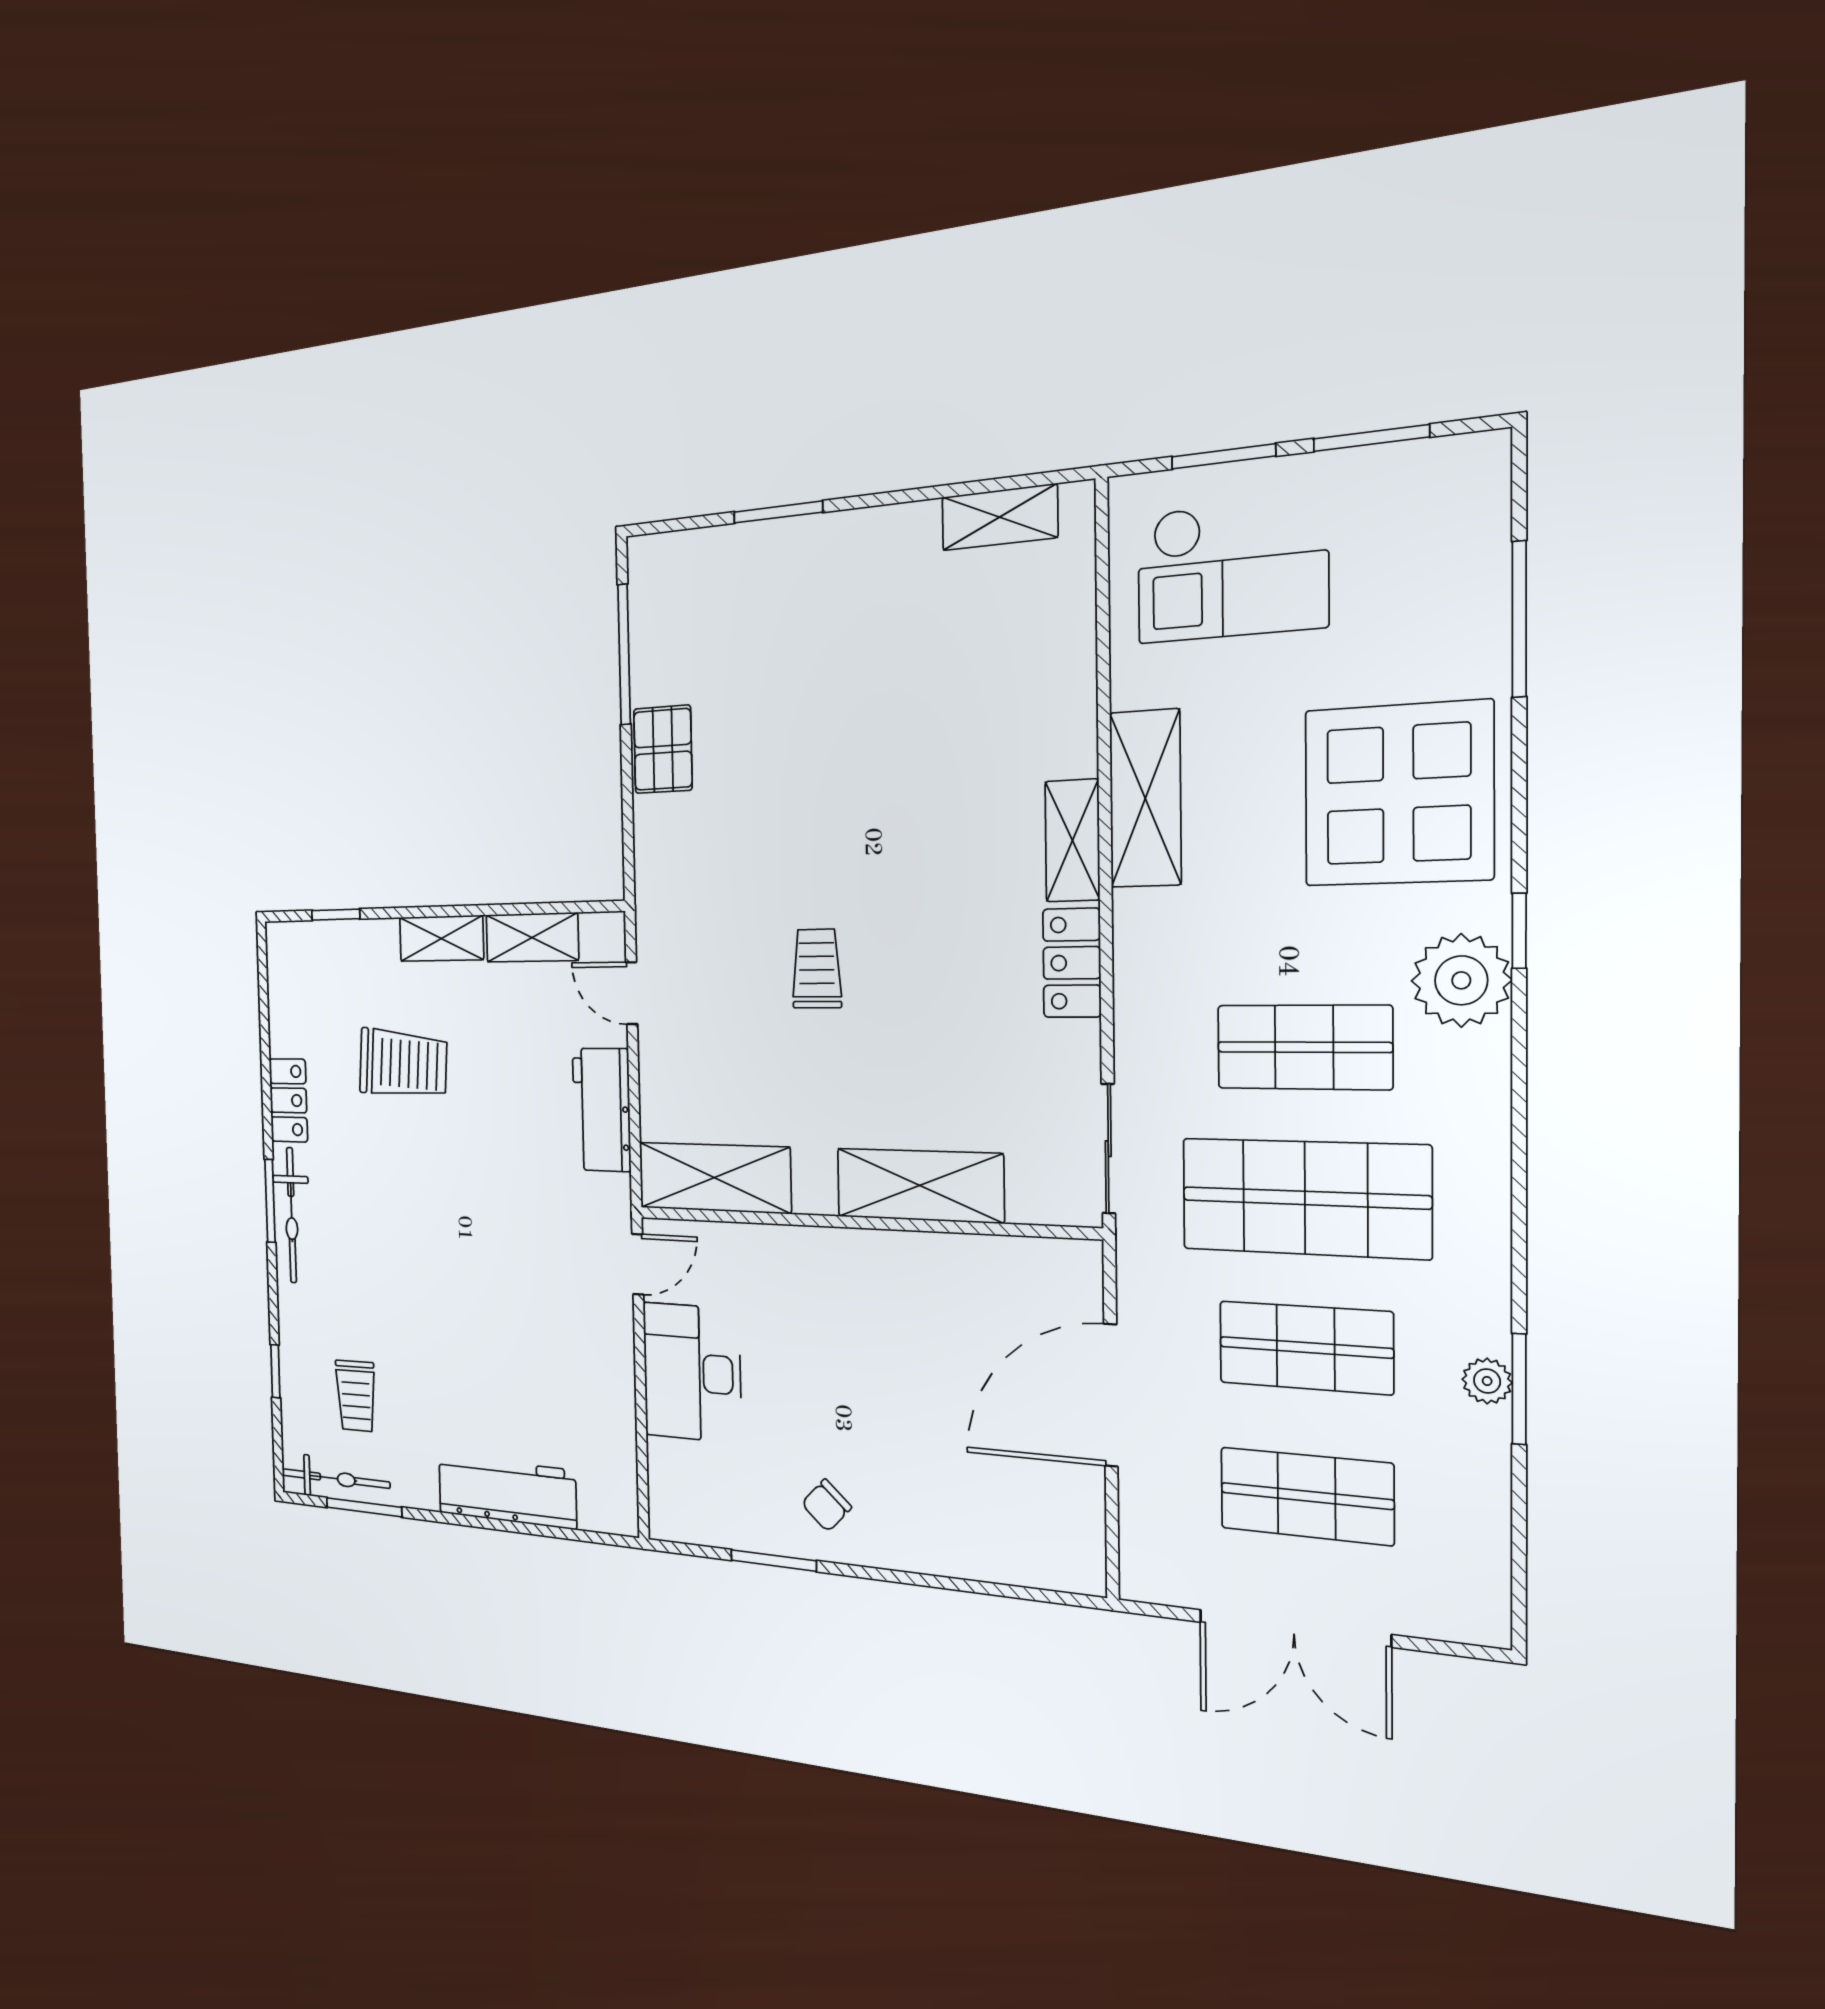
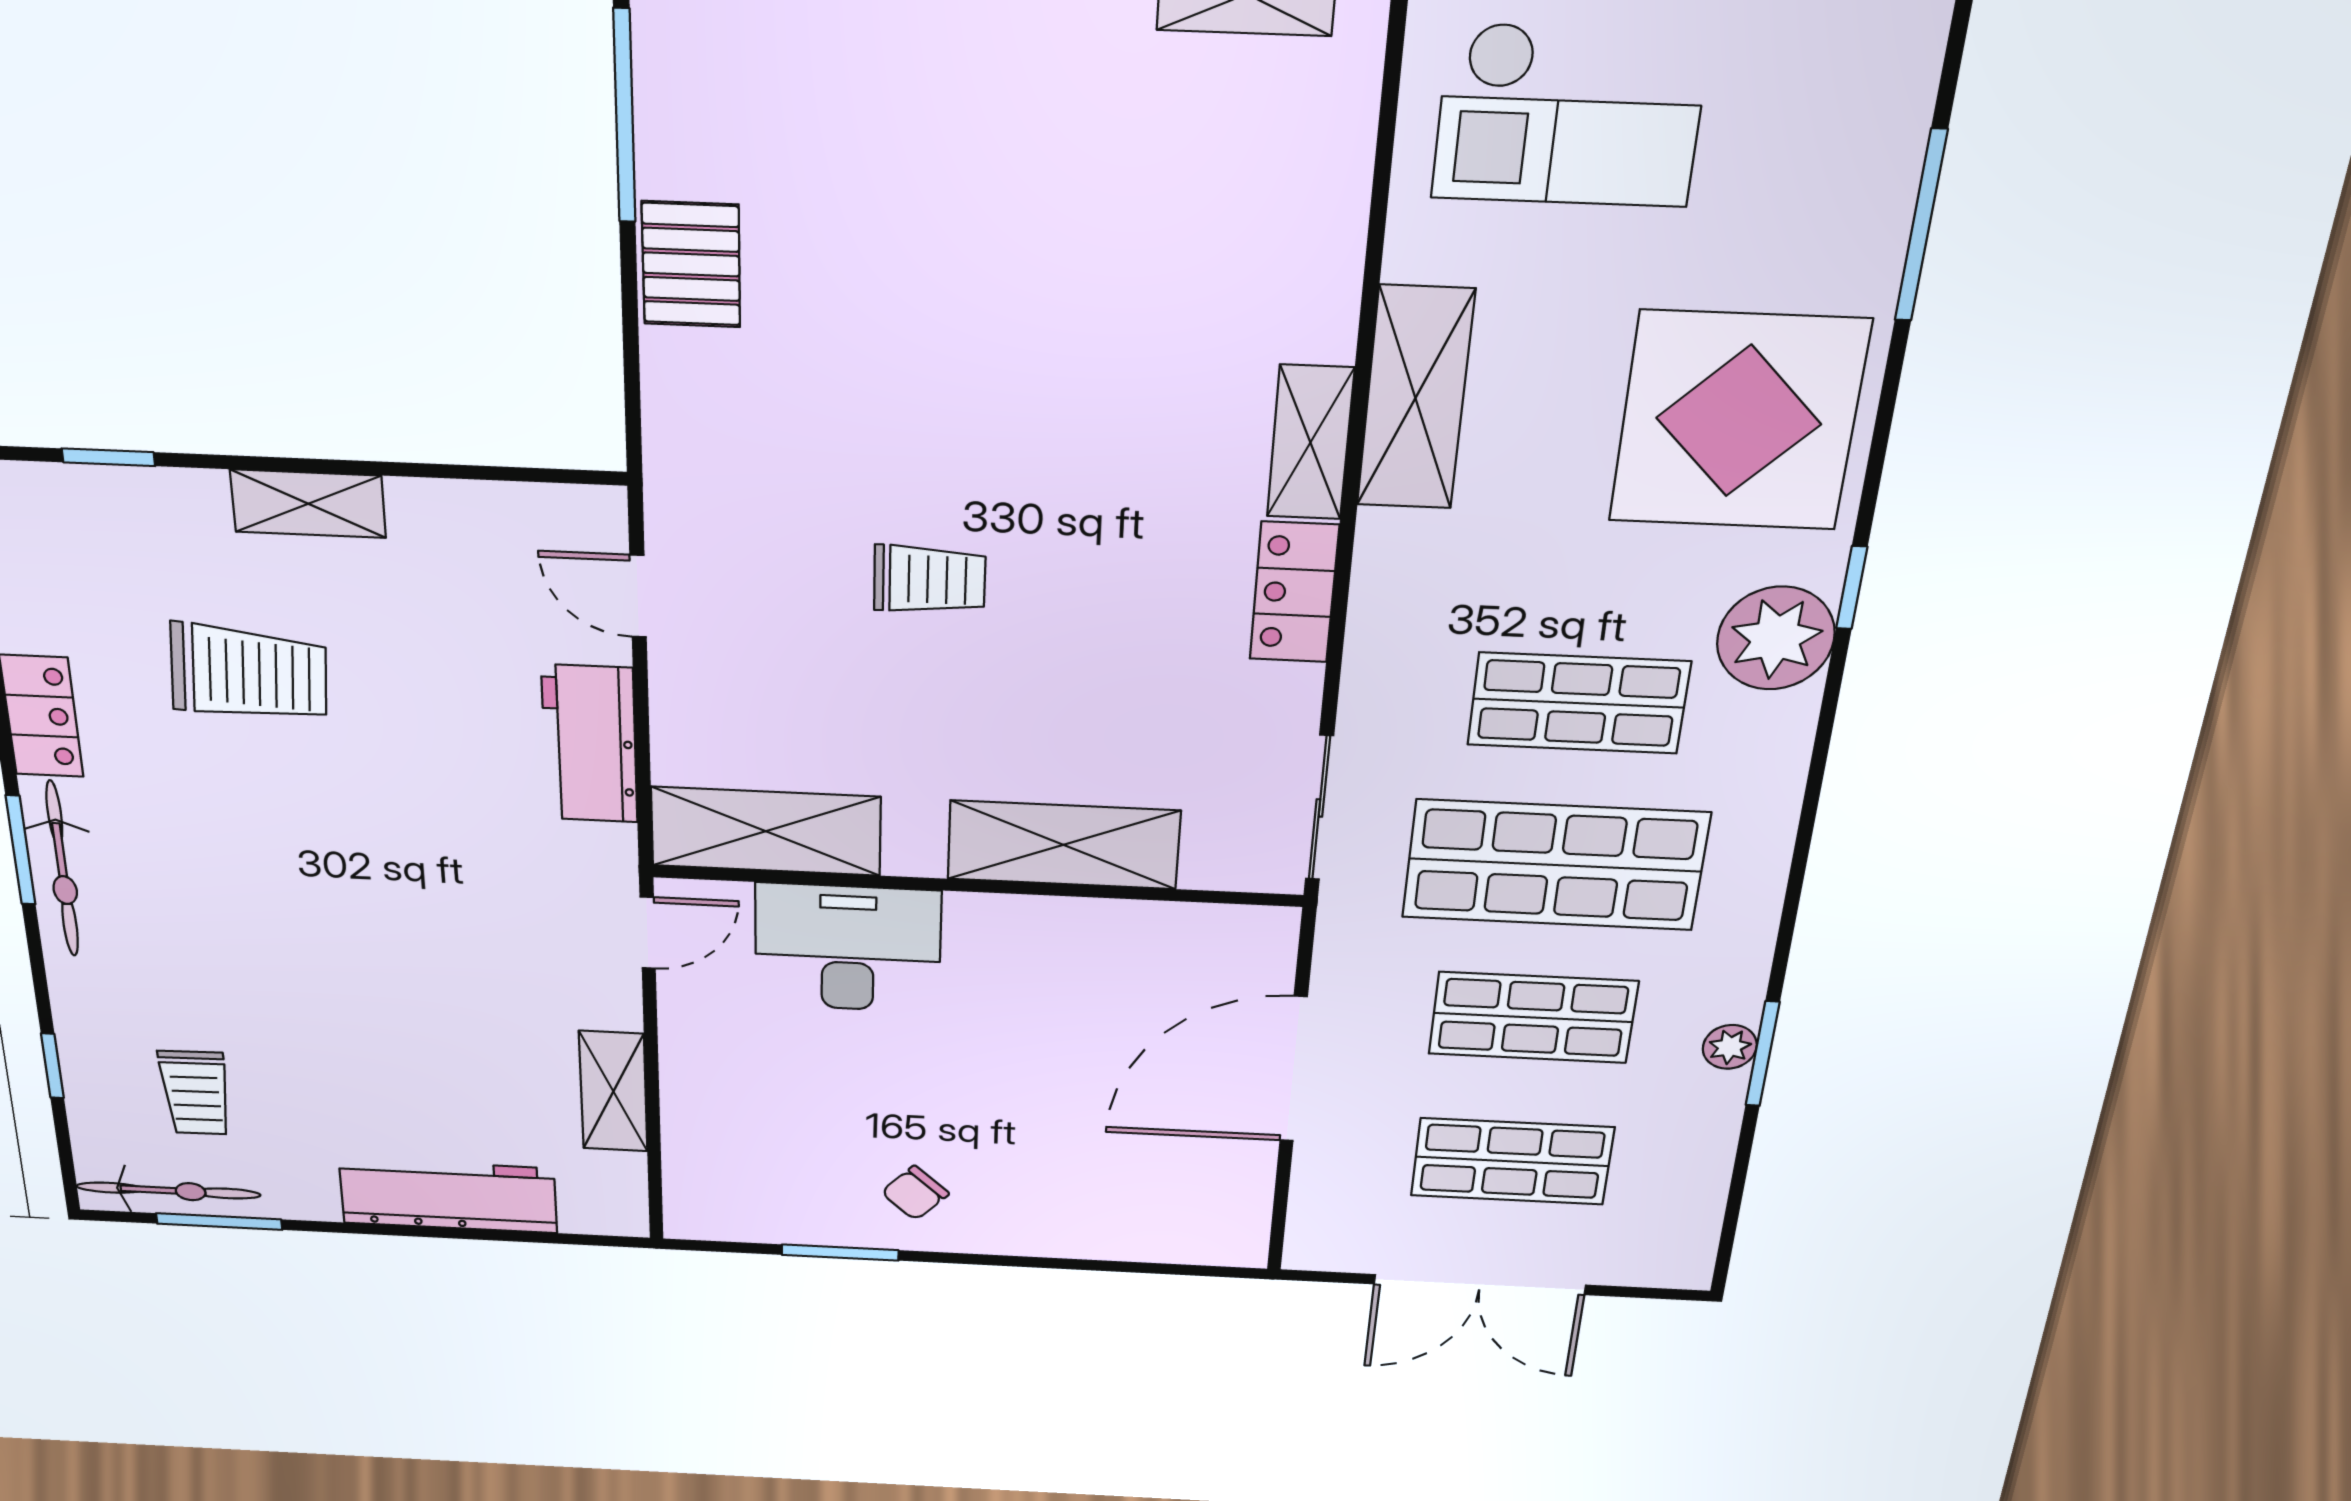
shelving: (532, 938) -> (613, 1091), moved, turned 90
trolley: (817, 969) -> (930, 579), turned 90
desk: (692, 1372) -> (848, 948), moved, turned 90

